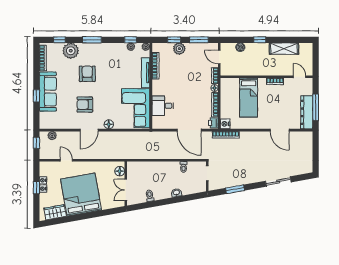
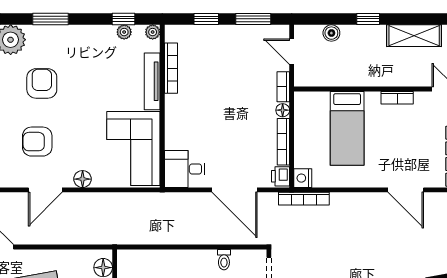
plant: (179, 49) -> (216, 36), removed
desk: (163, 106) -> (185, 169), moved

